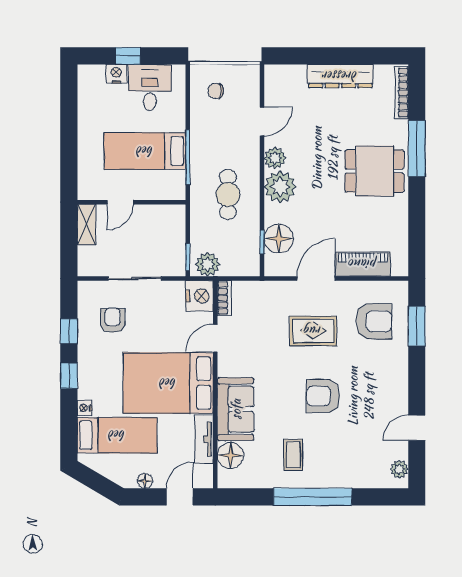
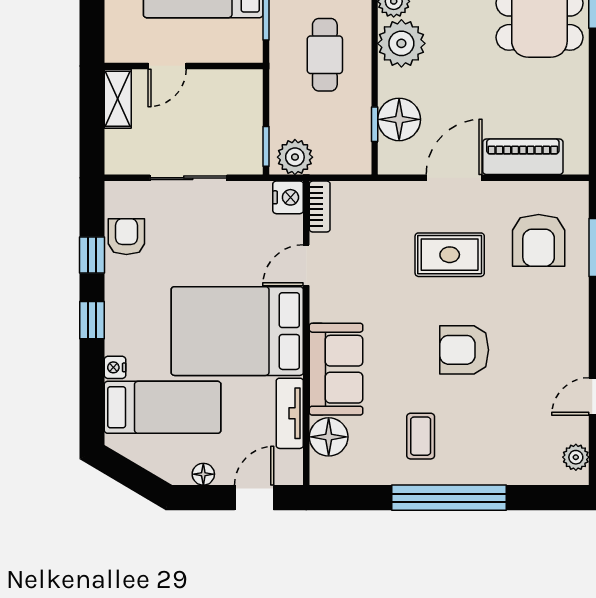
nightstand: (199, 296) -> (288, 197), width x0.74, depth x0.75
armchair: (112, 320) -> (126, 237), moved
armchair: (374, 321) -> (539, 240), turned 90

